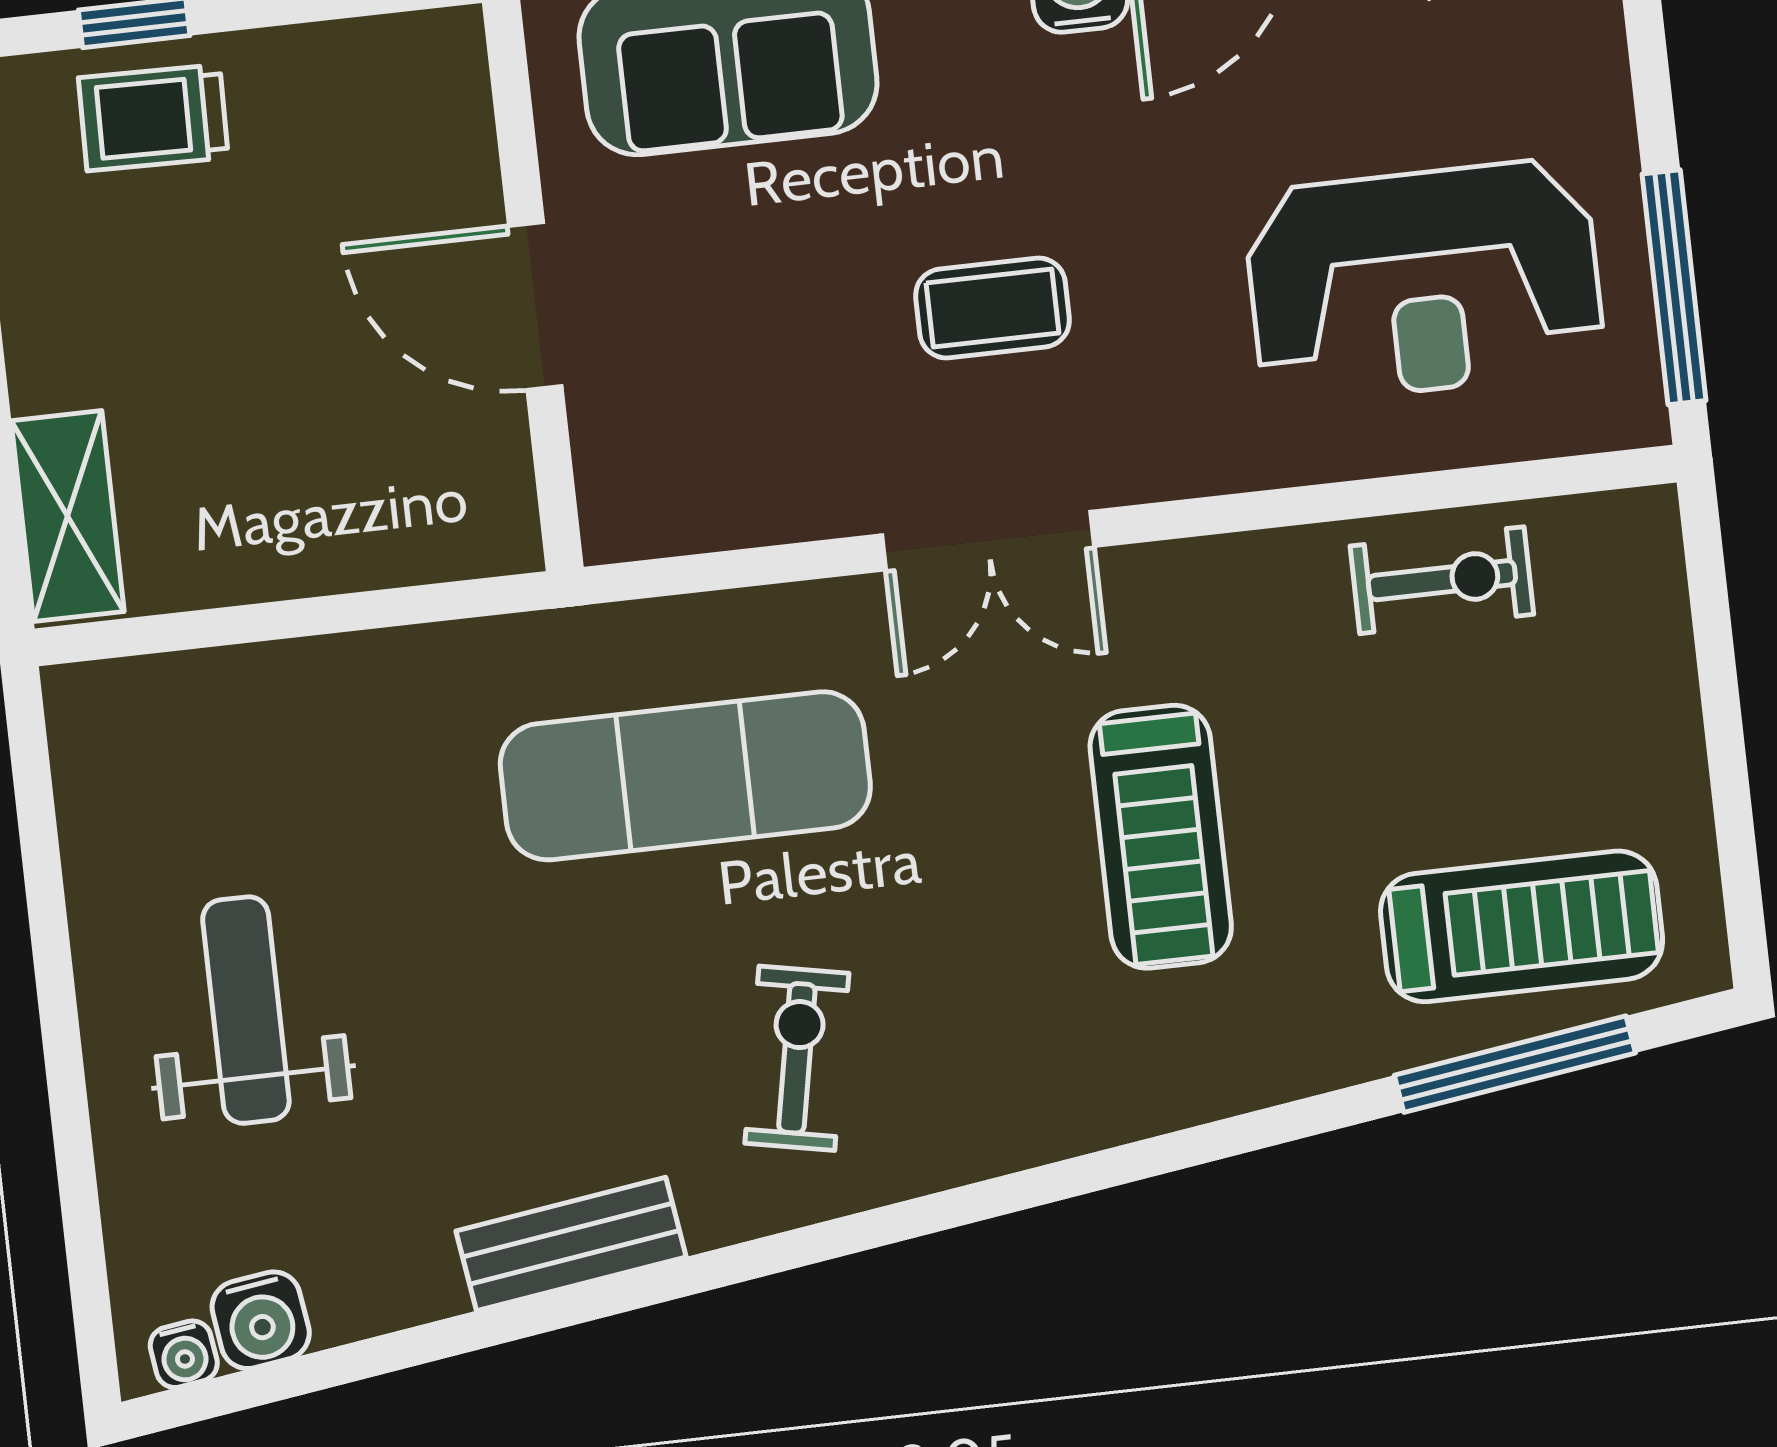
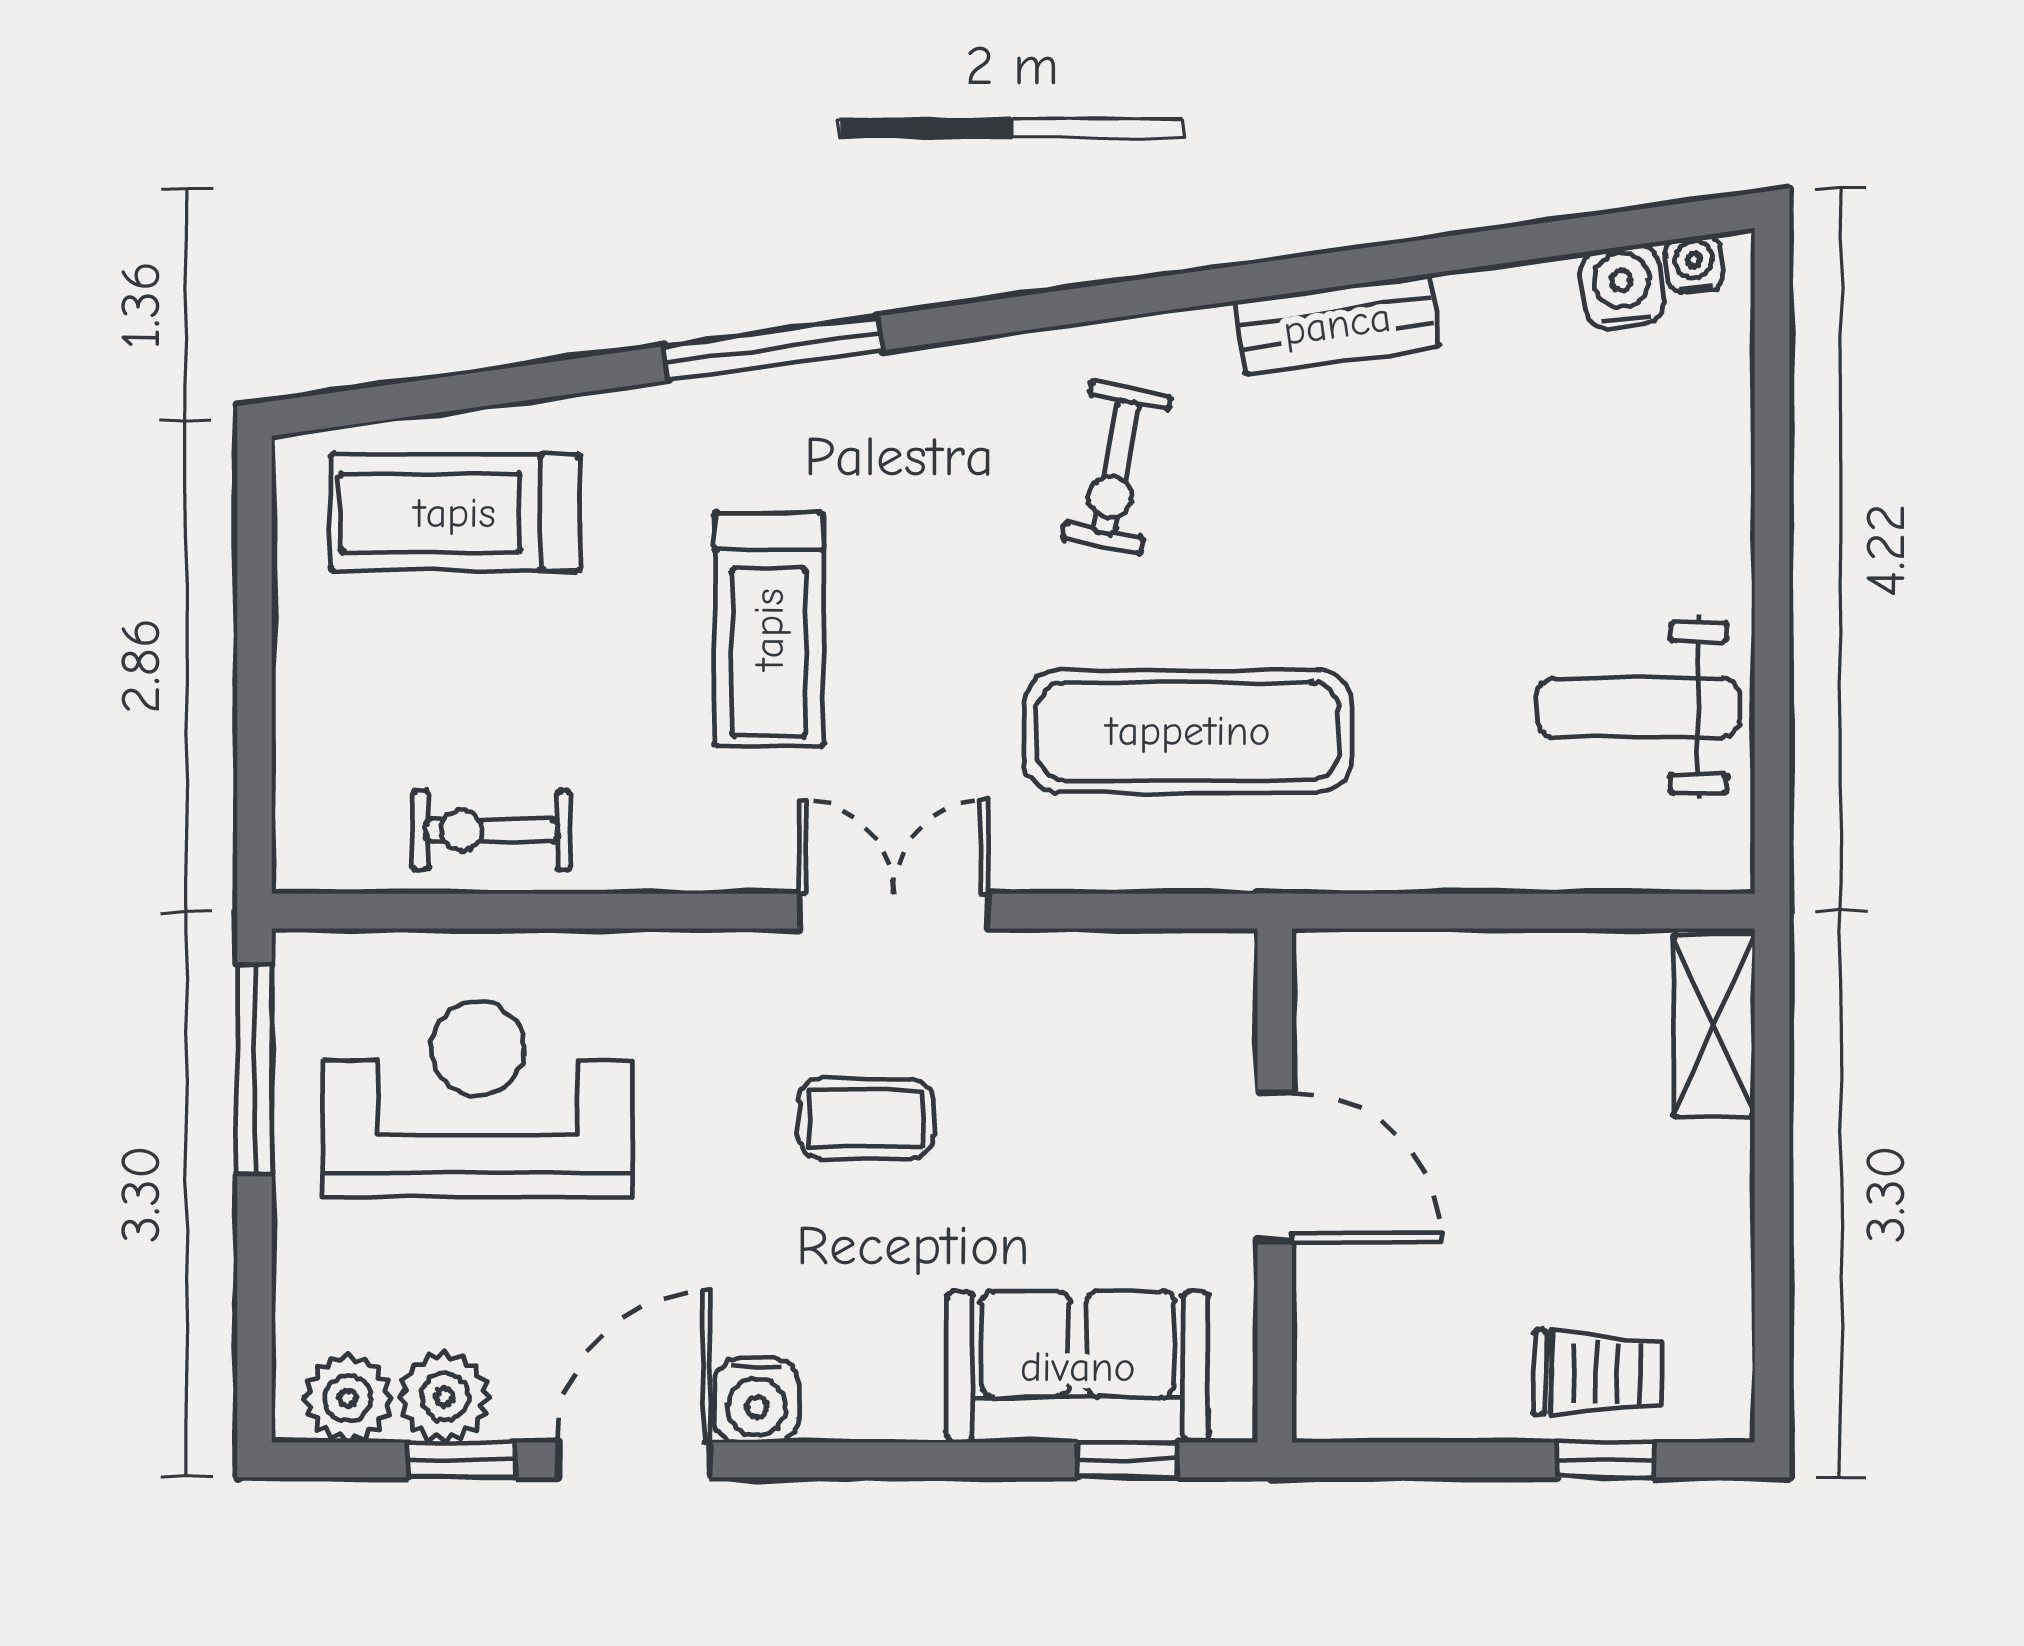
treadmill: (1161, 837) -> (769, 629), turned 180
weight bench: (246, 1010) -> (1638, 708), moved, turned 90
window: (1515, 1064) -> (773, 348), moved

